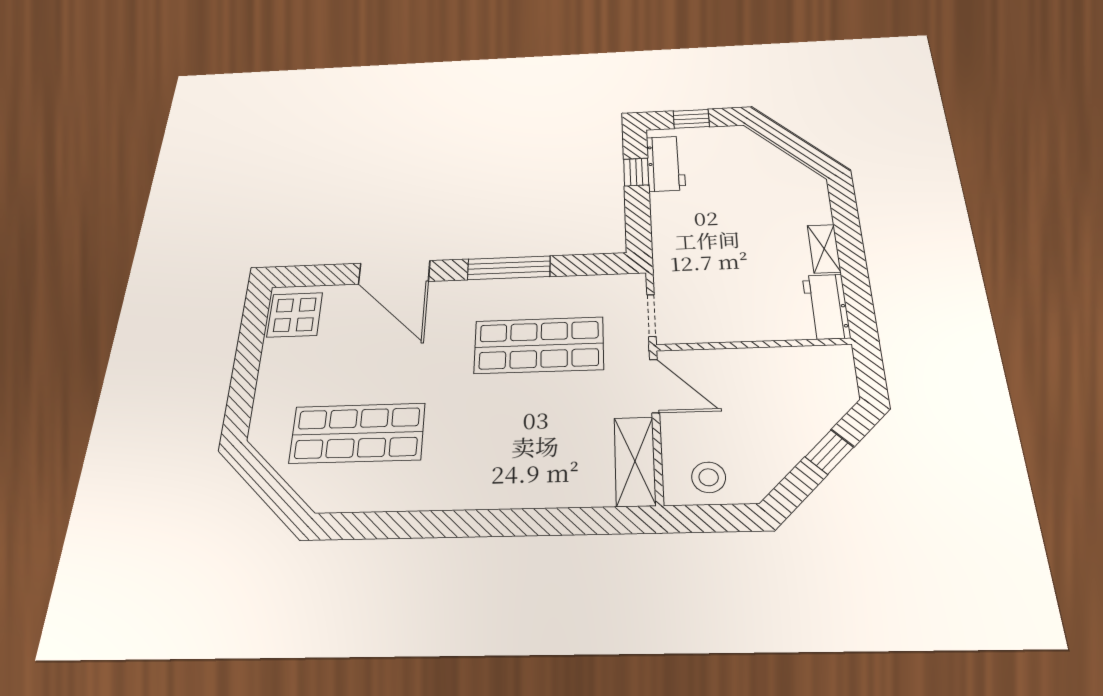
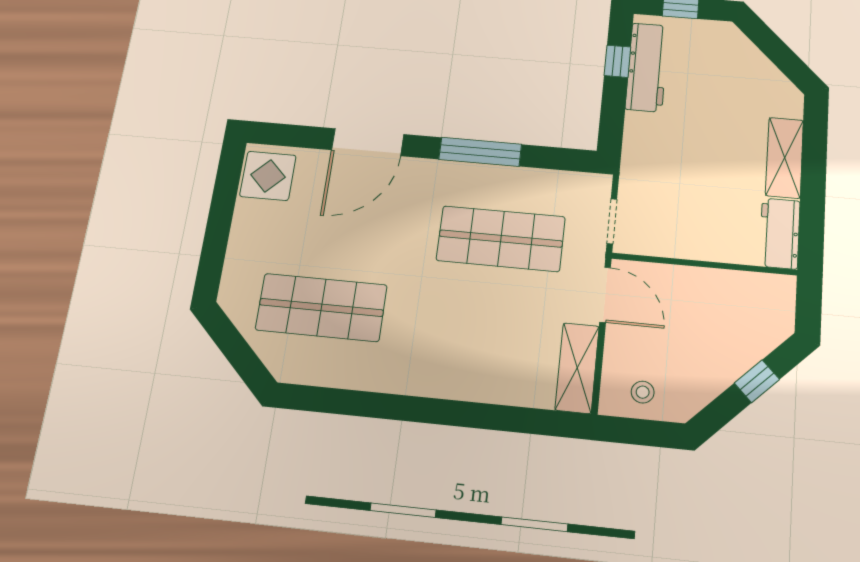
workbench: (666, 164) -> (647, 67), width x1.38
shelving: (824, 249) -> (785, 158), width x1.50, depth x1.33
door: (394, 272) -> (368, 142), hinge flipped
stool: (709, 477) -> (643, 392), width x0.73, depth x0.73

